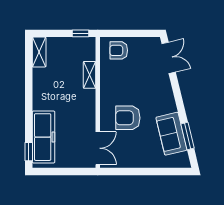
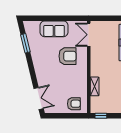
double door: (169, 58) -> (39, 98), swing flipped
sofa: (171, 134) -> (54, 29), moved, turned 104

